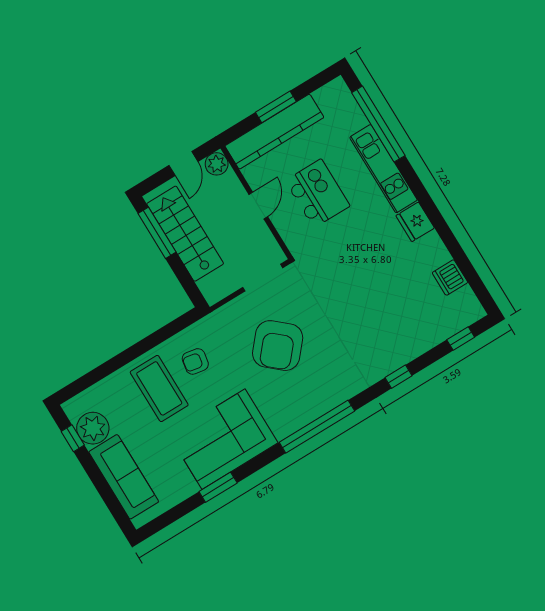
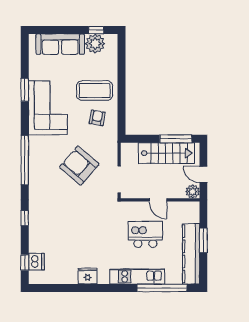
kitchen counter: (274, 132) -> (191, 254), moved
kitchen island: (317, 193) -> (145, 234), turned 180
fridge: (415, 222) -> (88, 276), moved
dishwasher: (450, 278) -> (36, 262), moved, turned 90

